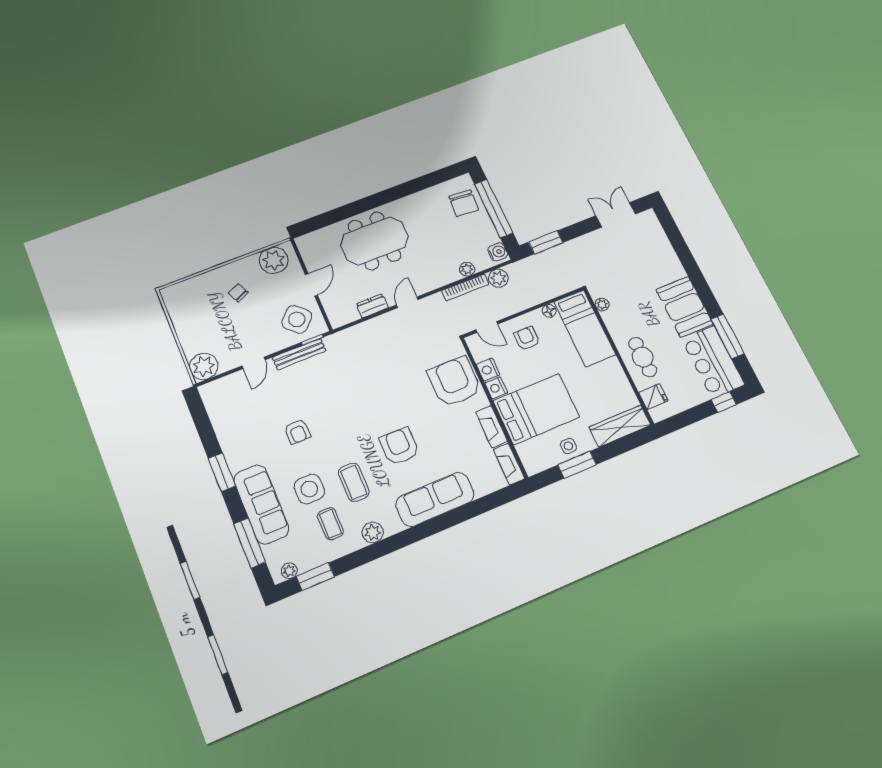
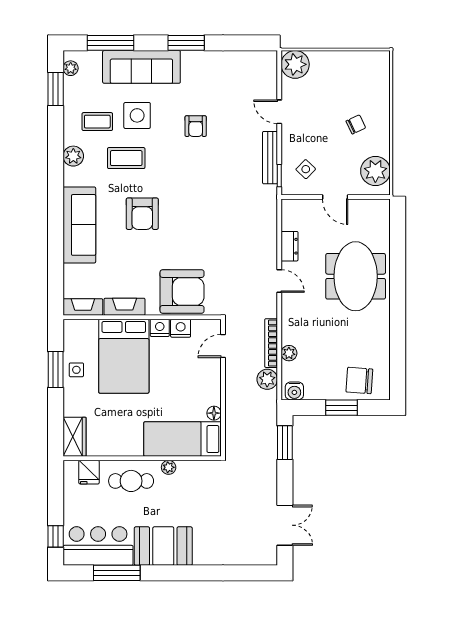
window: (494, 208) -> (342, 408), width x0.47
plant: (602, 304) -> (169, 467), moved
side table: (297, 319) -> (306, 169), width x0.54, depth x0.54
armchair: (527, 338) -> (196, 379), removed
wardrobe: (620, 426) -> (75, 437), width x0.67
armchair: (297, 432) -> (196, 126), turned -90
armchair: (399, 446) -> (142, 214), turned 90

